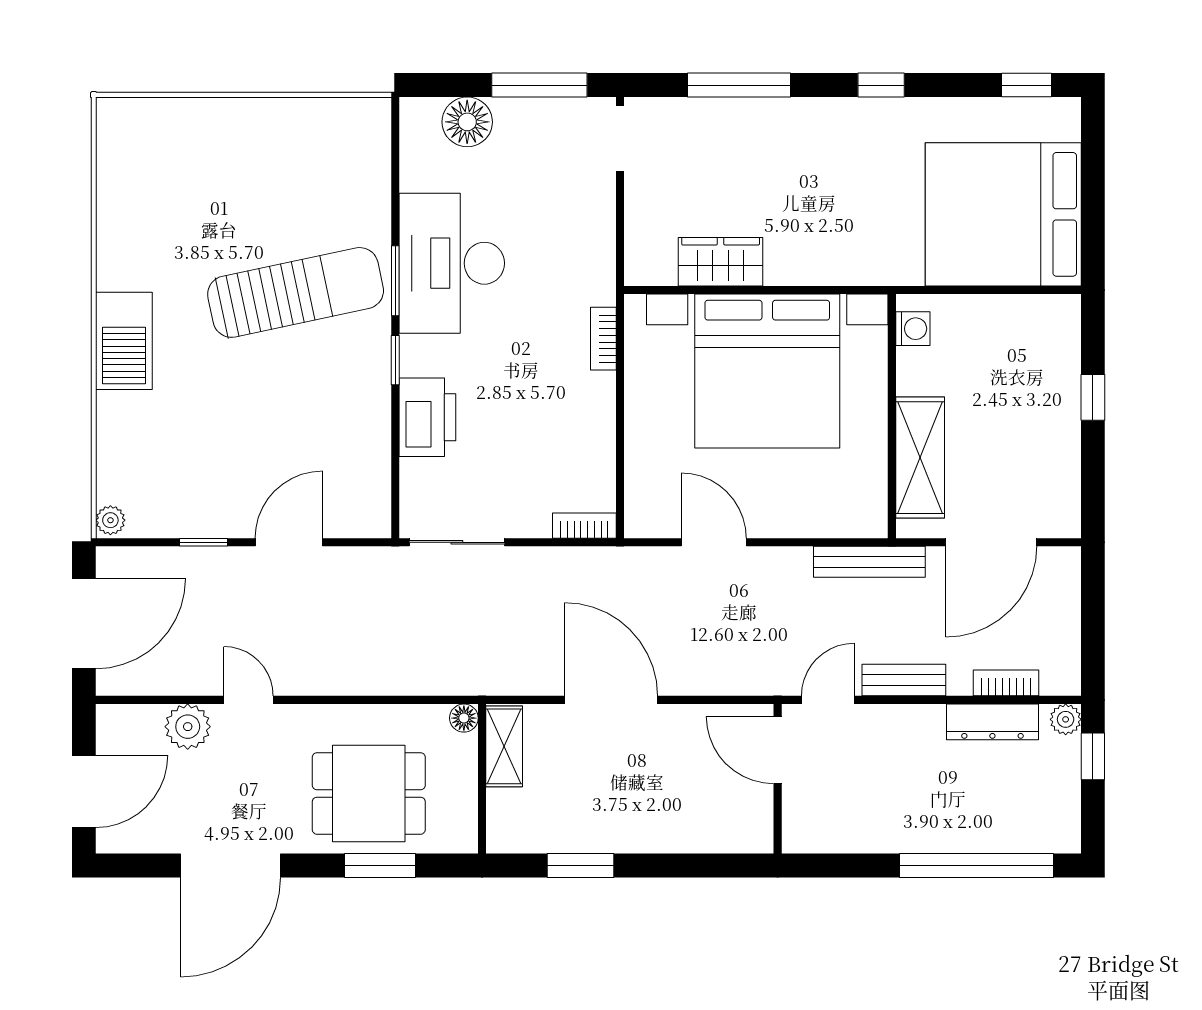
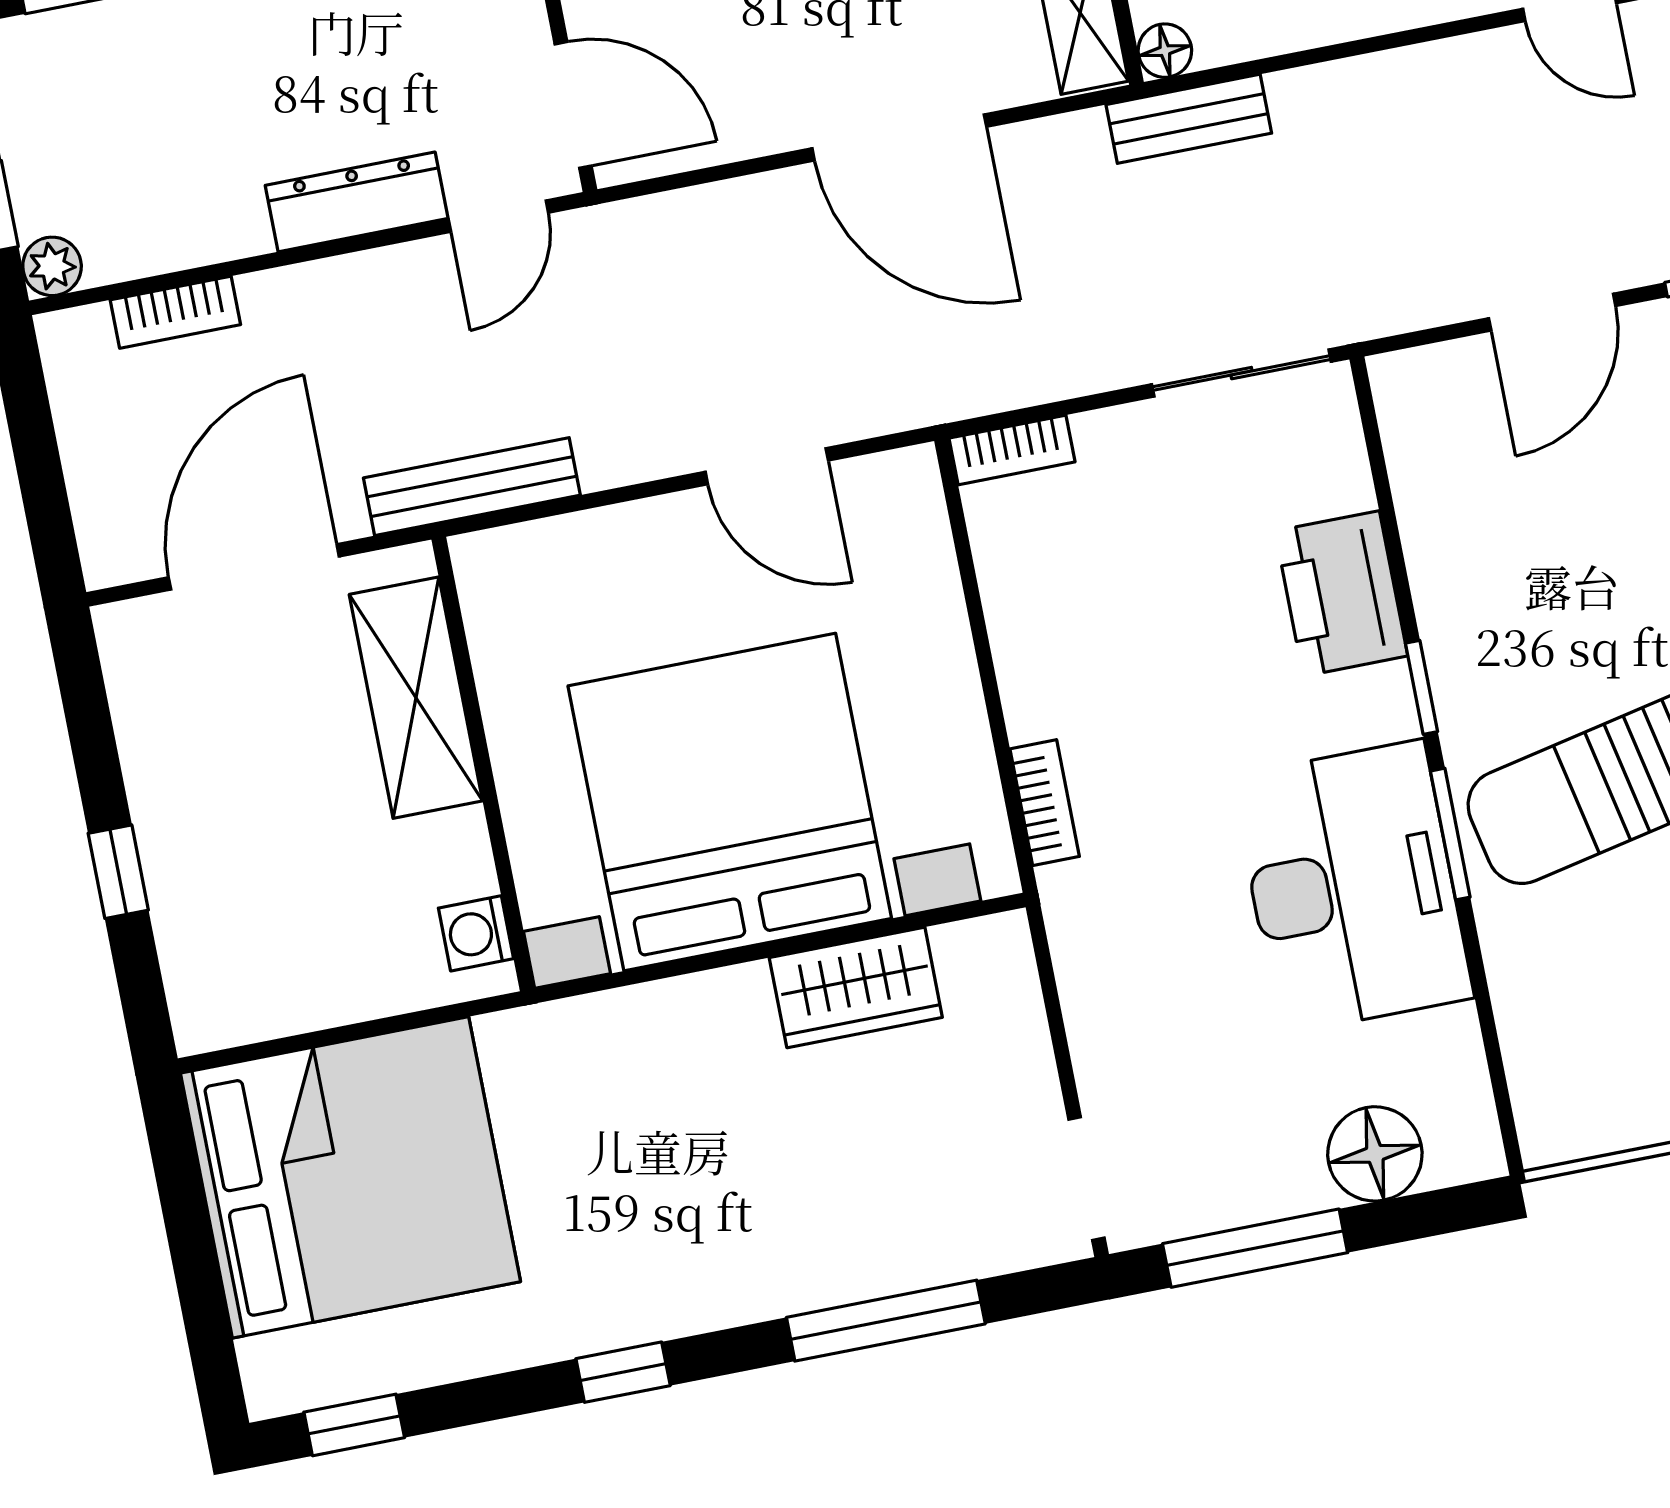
bench: (904, 680) -> (1189, 119), moved
dresser: (992, 722) -> (357, 202), moved

